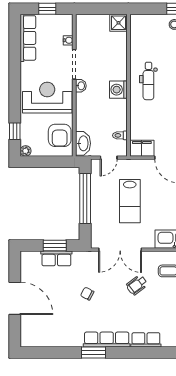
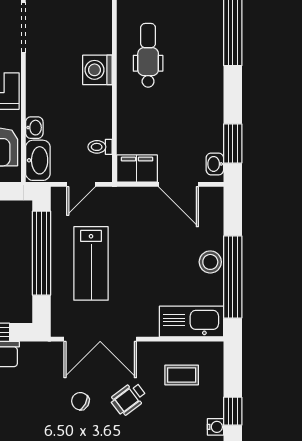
dental chair: (148, 81) -> (148, 55), turned 180
washbasin: (81, 86) -> (34, 128), moved
lab bench: (130, 201) -> (91, 263), moved
chair: (87, 294) -> (80, 401), moved

